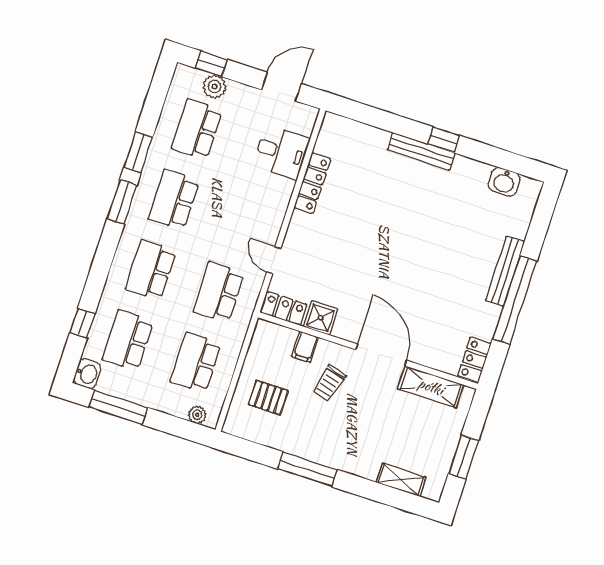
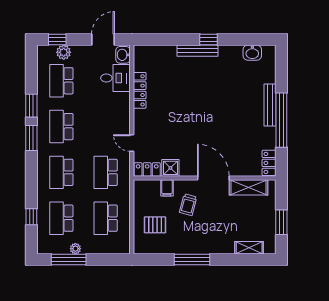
washbasin: (87, 374) -> (123, 55), moved, turned 180
plant: (197, 415) -> (75, 249), moved

